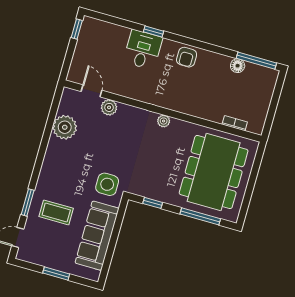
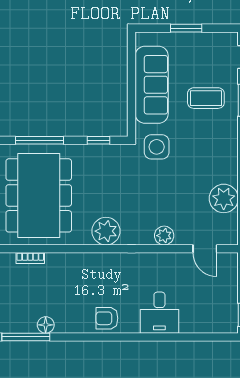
window: (153, 31) -> (153, 337), removed
armchair: (187, 57) -> (107, 318), turned -90
plant: (109, 107) -> (164, 236), moved
plant: (164, 121) -> (106, 231), width x1.87, depth x1.87

